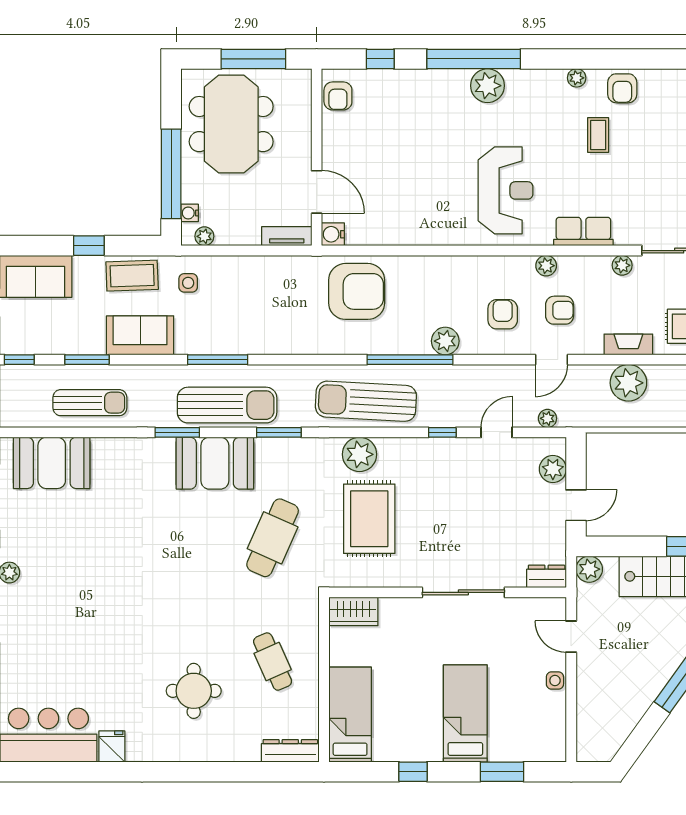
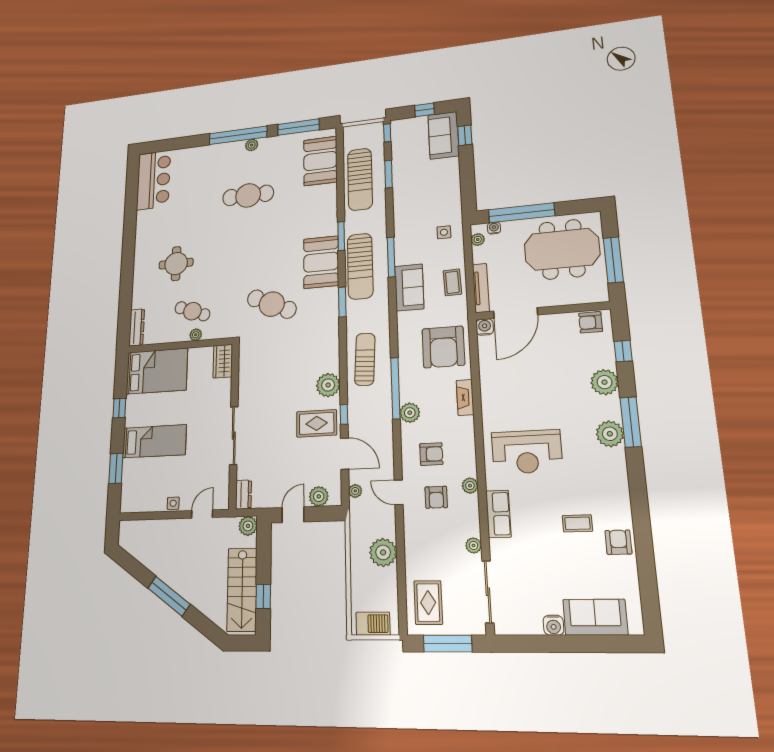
window: (474, 59) -> (631, 422), width x0.68
plant: (577, 78) -> (604, 382), moved, width x1.88, depth x1.88
armchair: (622, 88) -> (618, 542), turned 90
door: (317, 192) -> (516, 313), width x1.36
tv unit: (287, 236) -> (481, 288), width x1.41
window: (89, 246) -> (465, 135), moved
coffee table: (132, 276) -> (452, 282), moved, width x0.73, depth x0.77
sofa: (140, 335) -> (409, 287), moved
fireplace: (628, 344) -> (465, 397), moved, turned 180
sun lounger: (366, 401) -> (365, 359), width x0.73, depth x0.75
sun lounger: (90, 403) -> (360, 179), width x1.36, depth x1.34
door: (497, 432) -> (345, 454), width x1.38
plant: (360, 454) -> (328, 385), moved
door: (576, 505) -> (293, 515), swing flipped
rug: (369, 519) -> (317, 423), moved, width x0.73, depth x0.70
cafe table: (94, 577) -> (248, 195), added
plant: (310, 655) -> (196, 335), added
cafe table: (273, 662) -> (192, 311), turned 45
bed: (350, 715) -> (157, 371), width x1.50
fridge: (112, 747) -> (145, 218), removed

